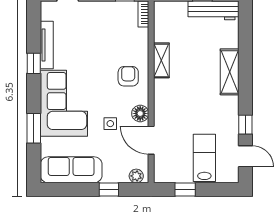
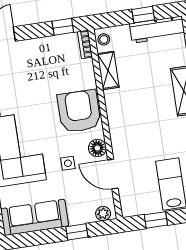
stool: (162, 12) -> (104, 39), added
shelving: (161, 60) -> (108, 70), moved
armchair: (128, 76) -> (79, 111), width x1.88, depth x1.88

